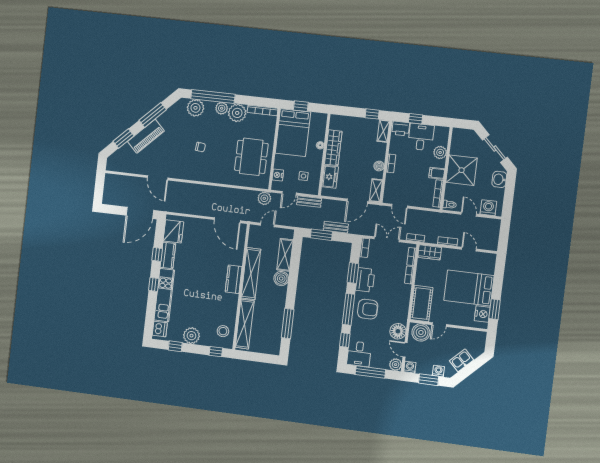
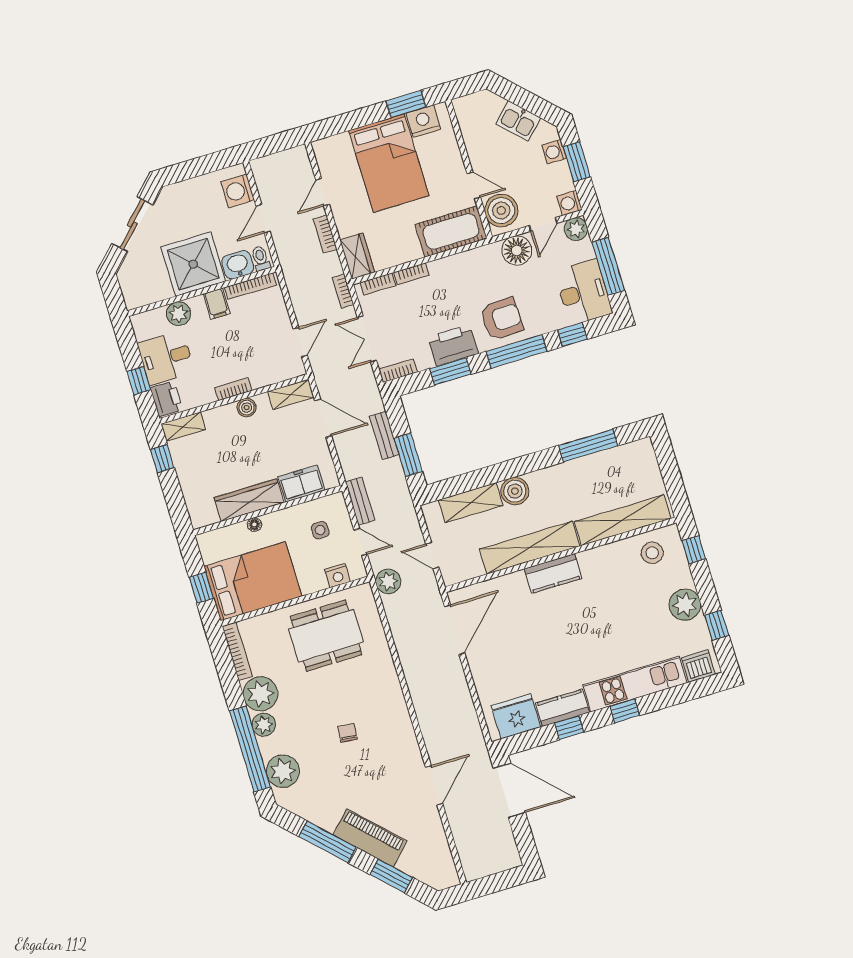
washbasin: (499, 179) -> (238, 265), moved, turned 180
armchair: (368, 309) -> (502, 319), turned 88
desk: (359, 354) -> (583, 292), width x1.37

